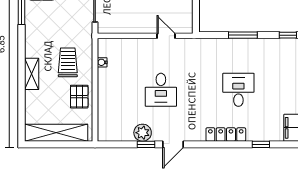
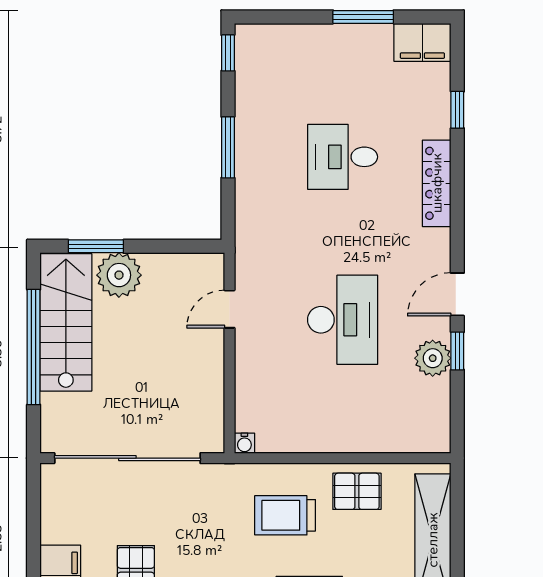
water cooler: (102, 62) -> (244, 443), moved
desk: (161, 90) -> (343, 320), width x1.37
door: (173, 144) -> (457, 294), swing flipped

